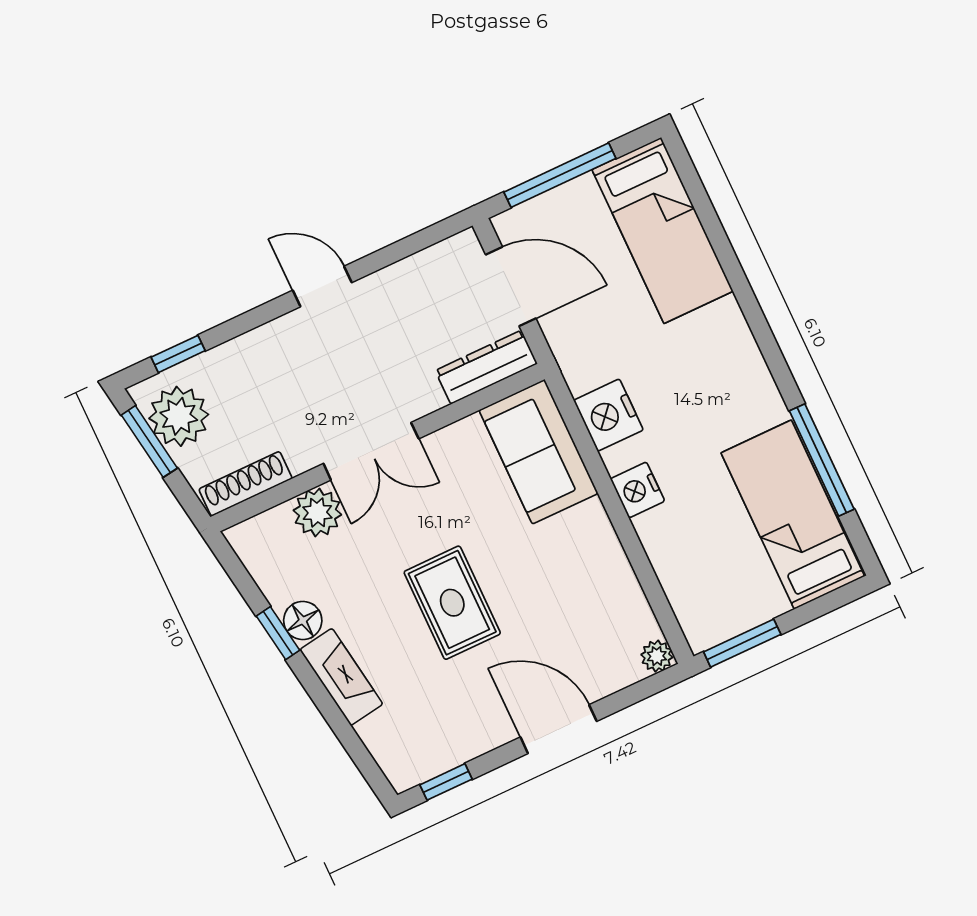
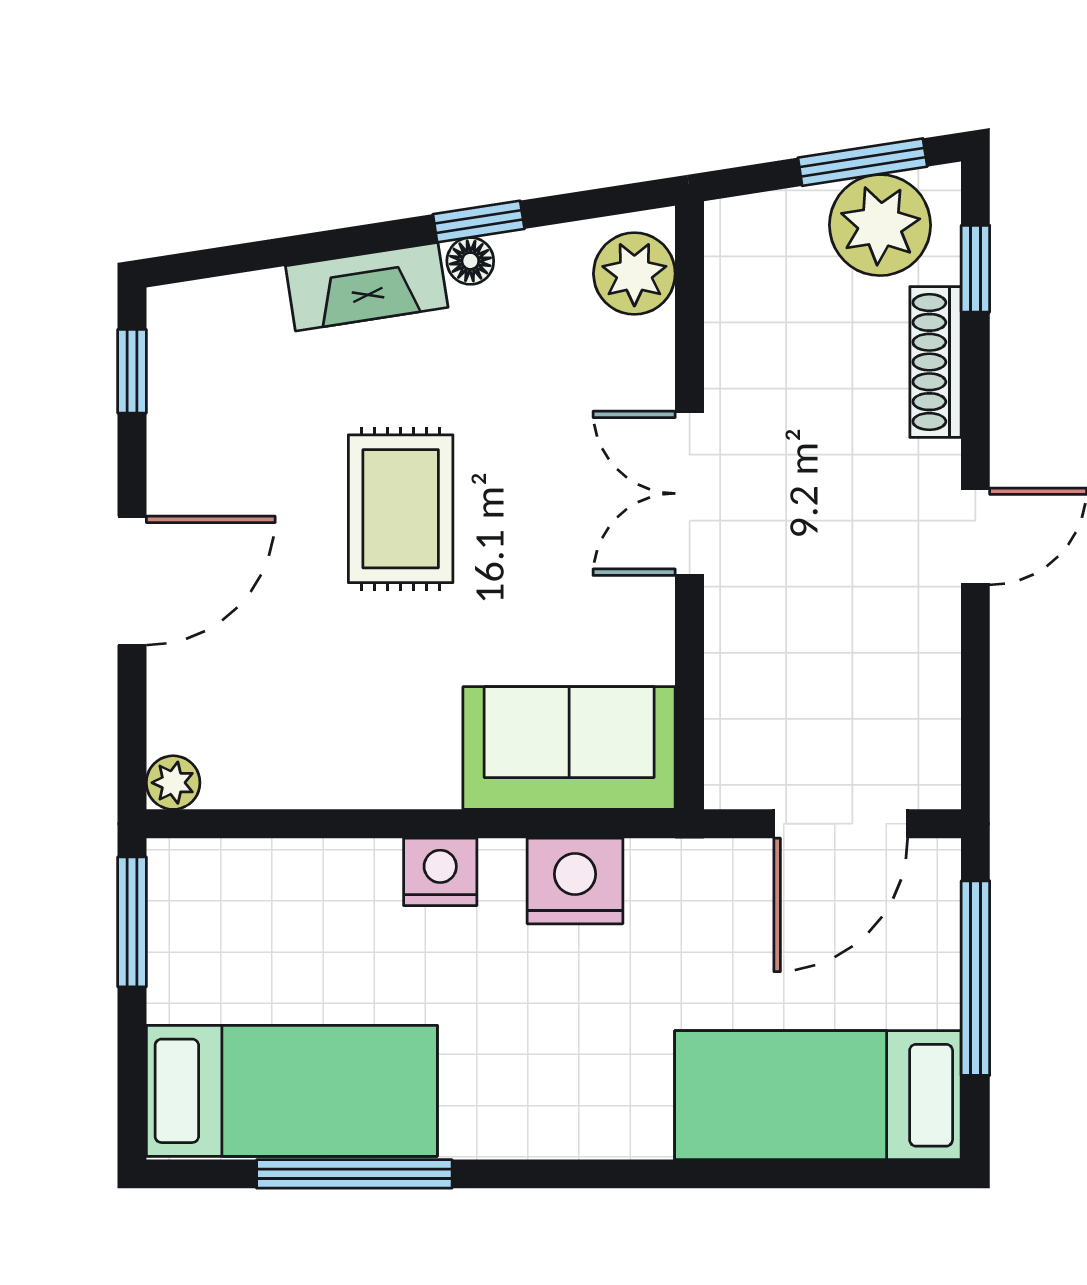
dresser: (486, 367) -> (735, 729), removed
shoe rack: (246, 484) -> (936, 362), moved, turned 180
plant: (317, 513) -> (634, 274), moved
rug: (452, 603) -> (401, 509), turned 90
floor lamp: (303, 620) -> (470, 261), width x0.73, depth x0.73

